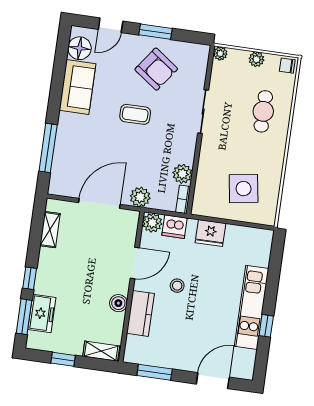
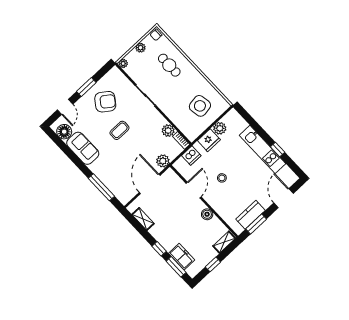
plant: (152, 223) -> (220, 128), moved
kitchen counter: (140, 313) -> (250, 215), moved, turned -90

